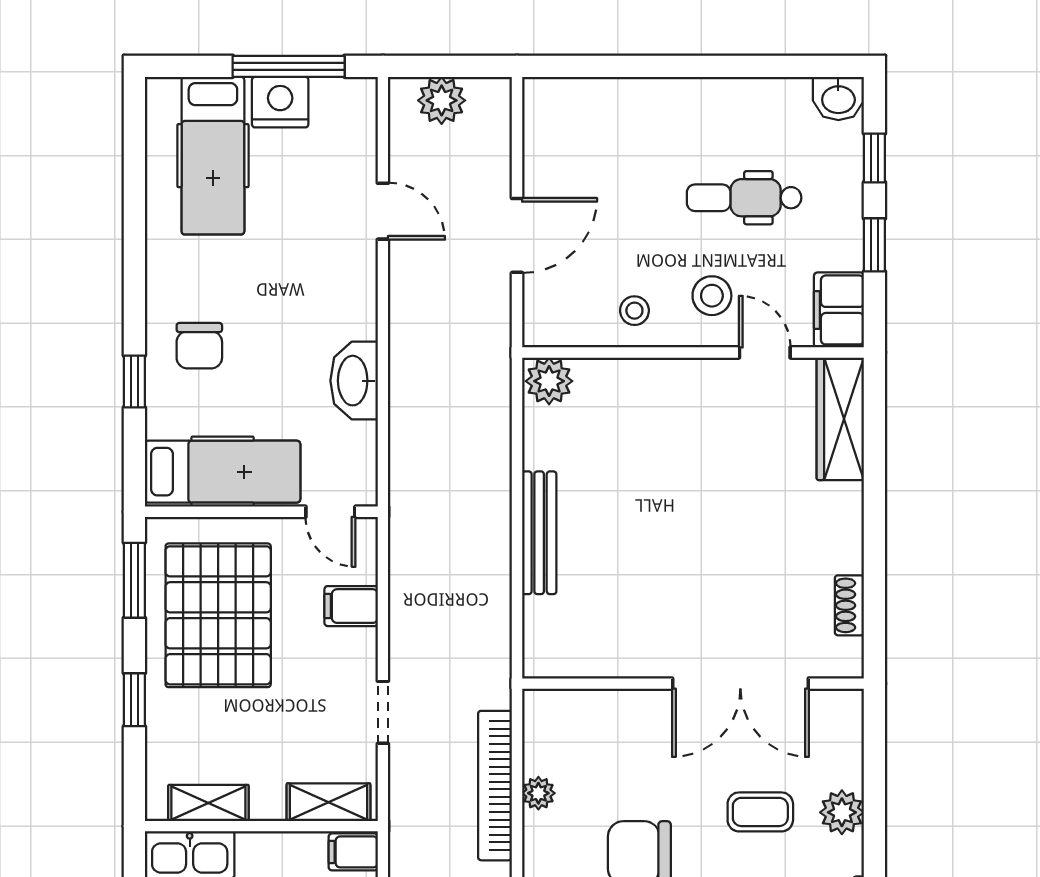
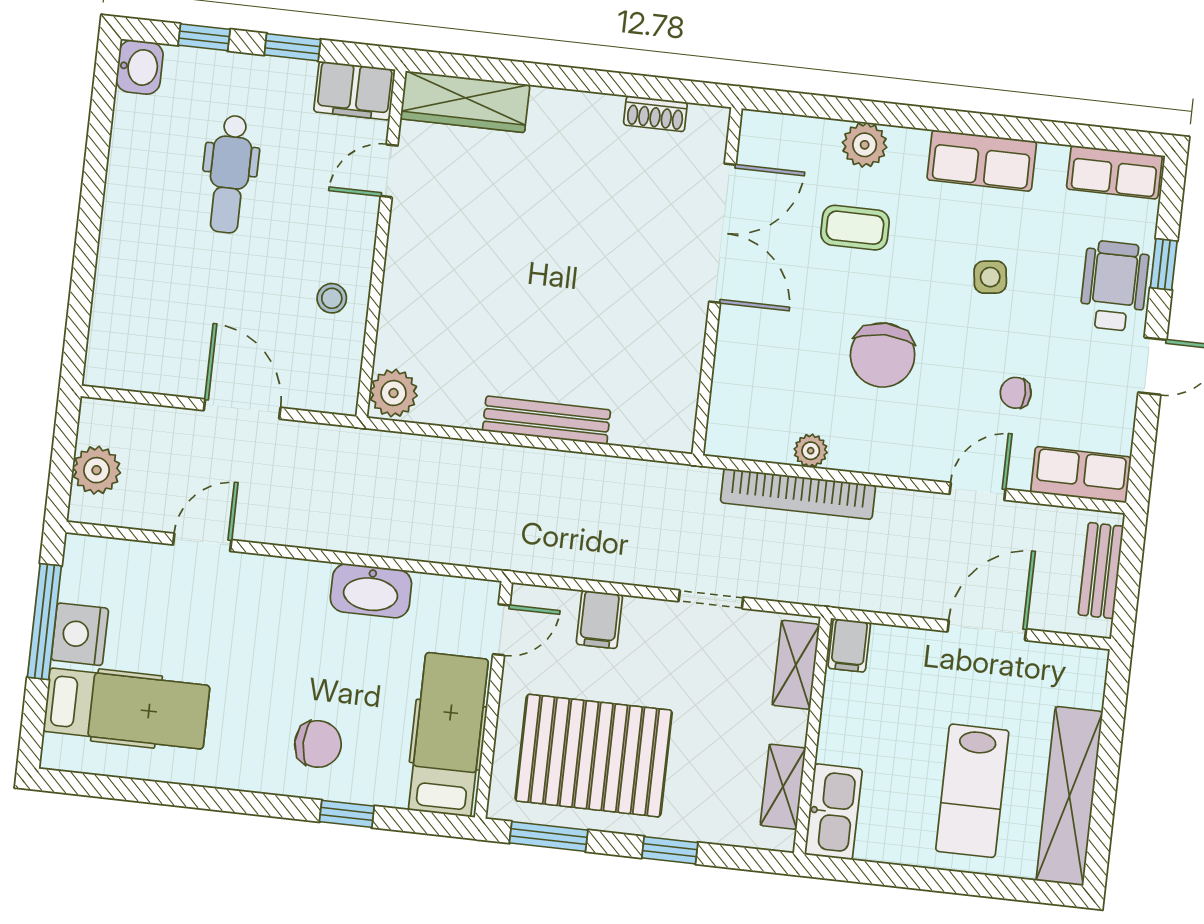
stool: (712, 296) -> (325, 218), removed
coffee table: (760, 812) -> (855, 228), turned 90

